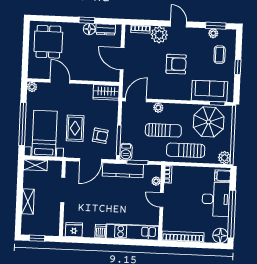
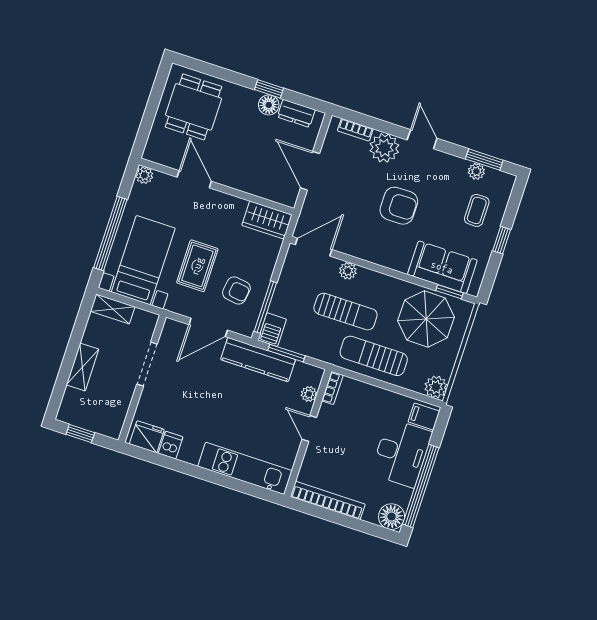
dishwasher: (100, 231) -> (171, 445), moved

